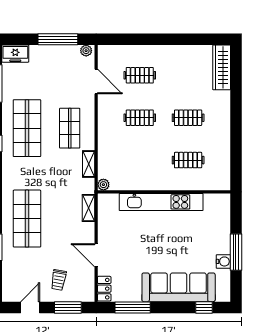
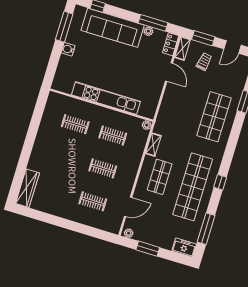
window: (58, 39) -> (148, 249), width x0.69
door: (96, 82) -> (128, 207), swing flipped
clothes rail: (188, 118) -> (113, 136), moved
shop shelf: (27, 128) -> (193, 187), width x1.40
shelving: (89, 208) -> (183, 48), moved
window: (236, 252) -> (64, 27), moved
water cooler: (223, 261) -> (68, 49), moved
plant: (135, 296) -> (148, 31), added

